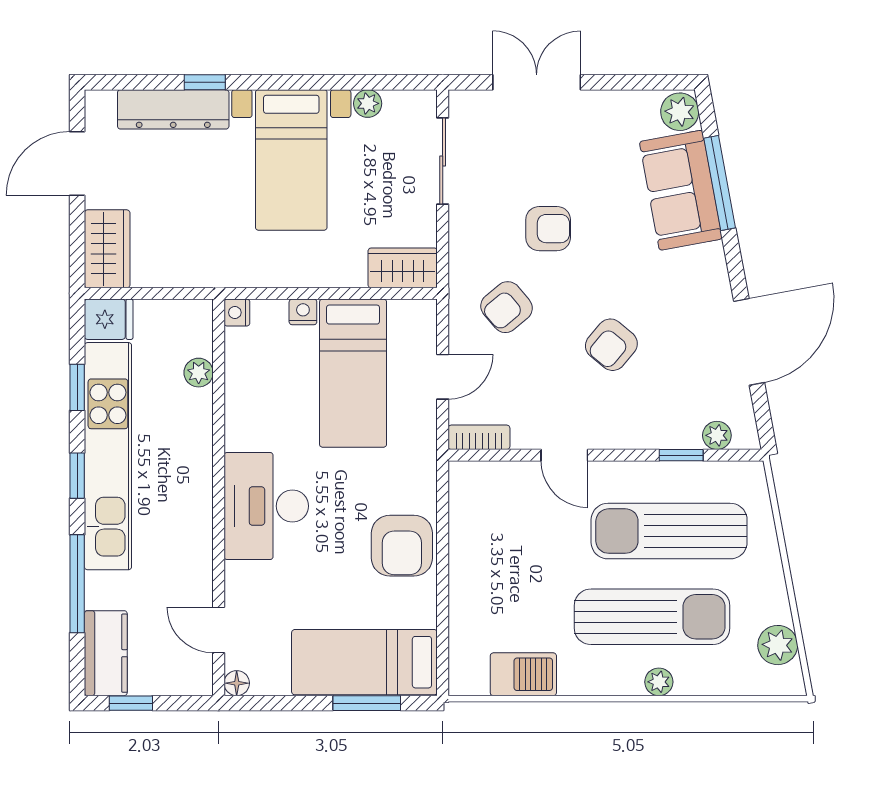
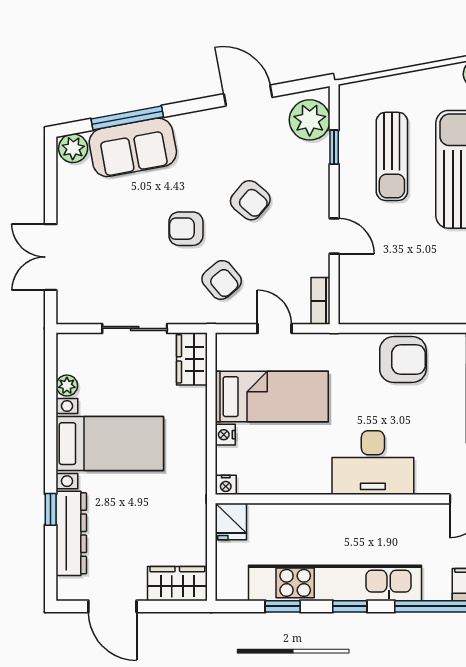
sliding door: (443, 161) -> (135, 328), moved
armchair: (548, 229) -> (186, 229), moved, turned -90
fridge: (109, 319) -> (231, 521), moved, turned 180
door: (749, 342) -> (248, 96), width x0.73
plant: (199, 373) -> (271, 514), removed
plant: (717, 435) -> (310, 120), width x1.88, depth x1.88
door: (564, 455) -> (334, 236), hinge flipped
sun lounger: (669, 531) -> (392, 156), width x0.73, depth x0.75

